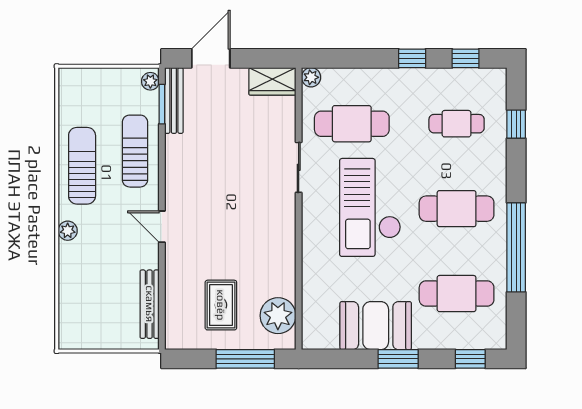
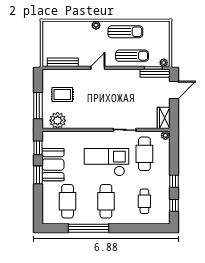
door: (211, 58) -> (174, 90), hinge flipped
window: (516, 124) -> (144, 228), removed
window: (470, 359) -> (38, 148), moved

